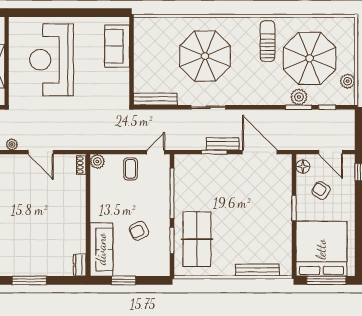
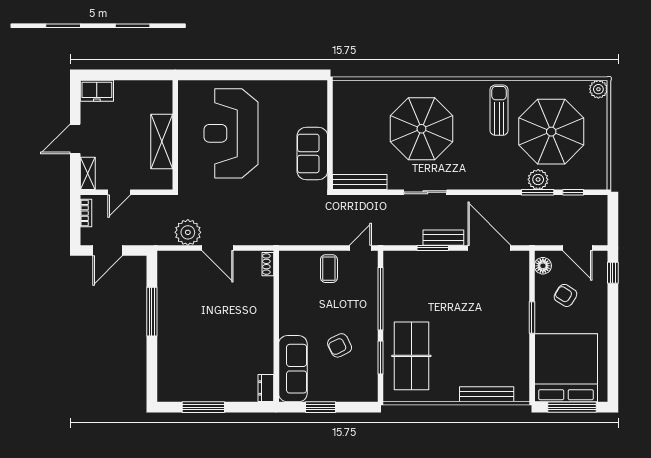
sofa: (117, 46) -> (312, 153), moved
plant: (348, 81) -> (598, 89), moved
plant: (12, 144) -> (188, 232), width x1.88, depth x1.88
plant: (97, 161) -> (288, 260), removed

